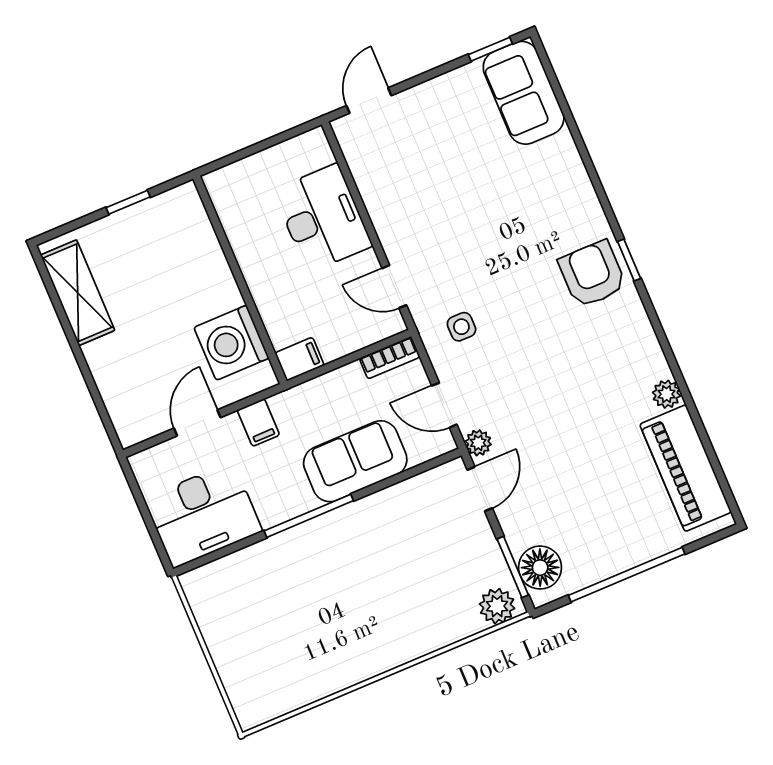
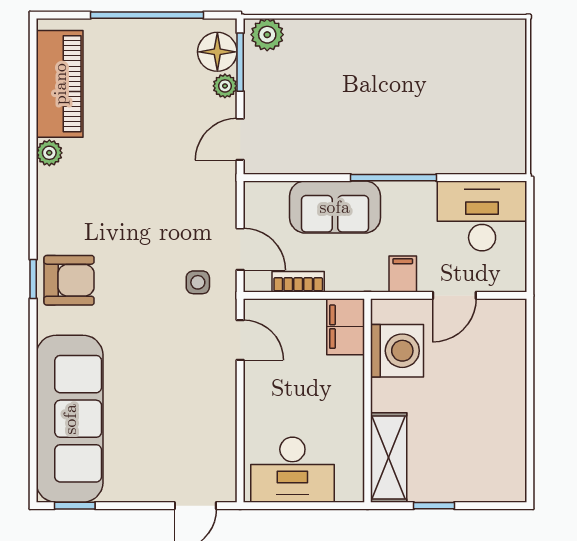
sofa: (524, 93) -> (70, 419), width x1.85, depth x1.27
desk: (323, 218) -> (292, 470), moved, turned -90
armchair: (592, 274) -> (69, 280), turned -90
shelving: (78, 293) -> (389, 457), moved
bookcase: (390, 358) -> (298, 282), moved
filing cabinet: (300, 359) -> (346, 327), width x2.00
door: (444, 405) -> (240, 249), moved
plant: (478, 443) -> (225, 86), moved

